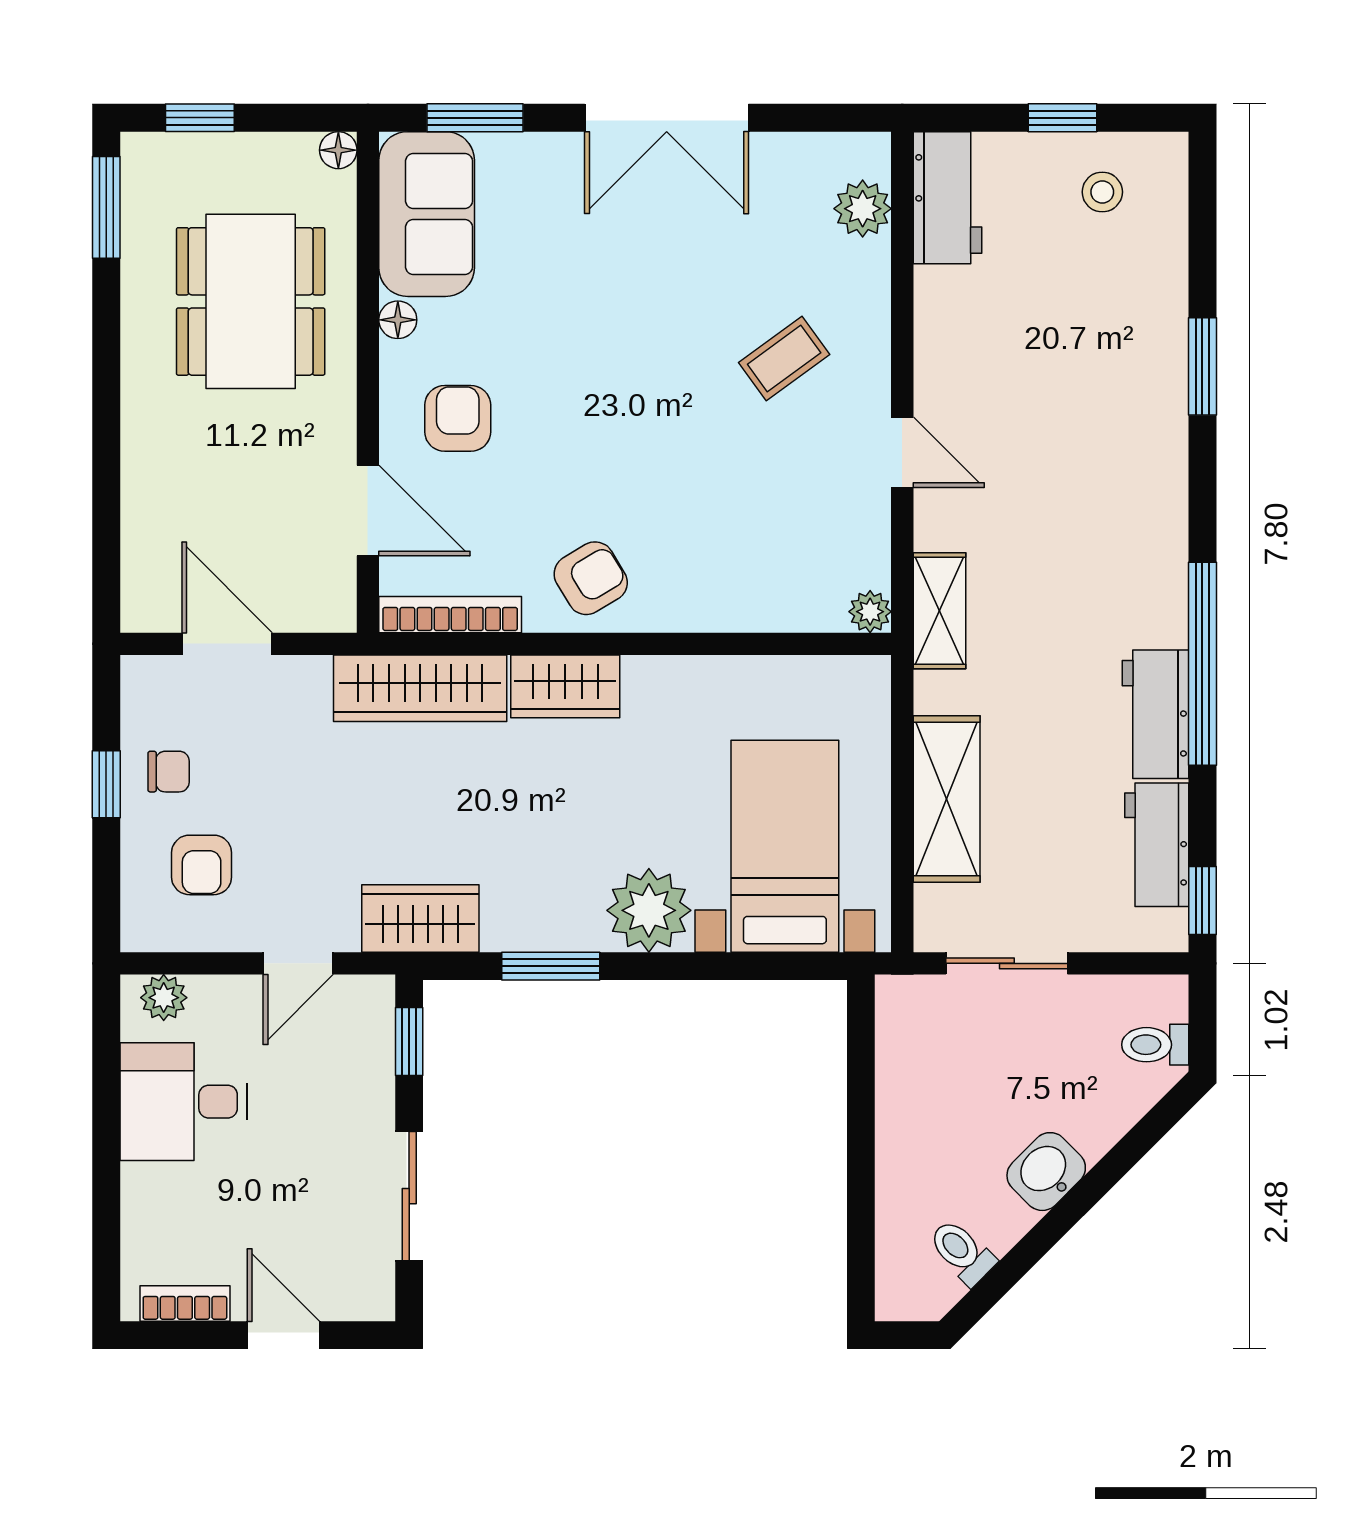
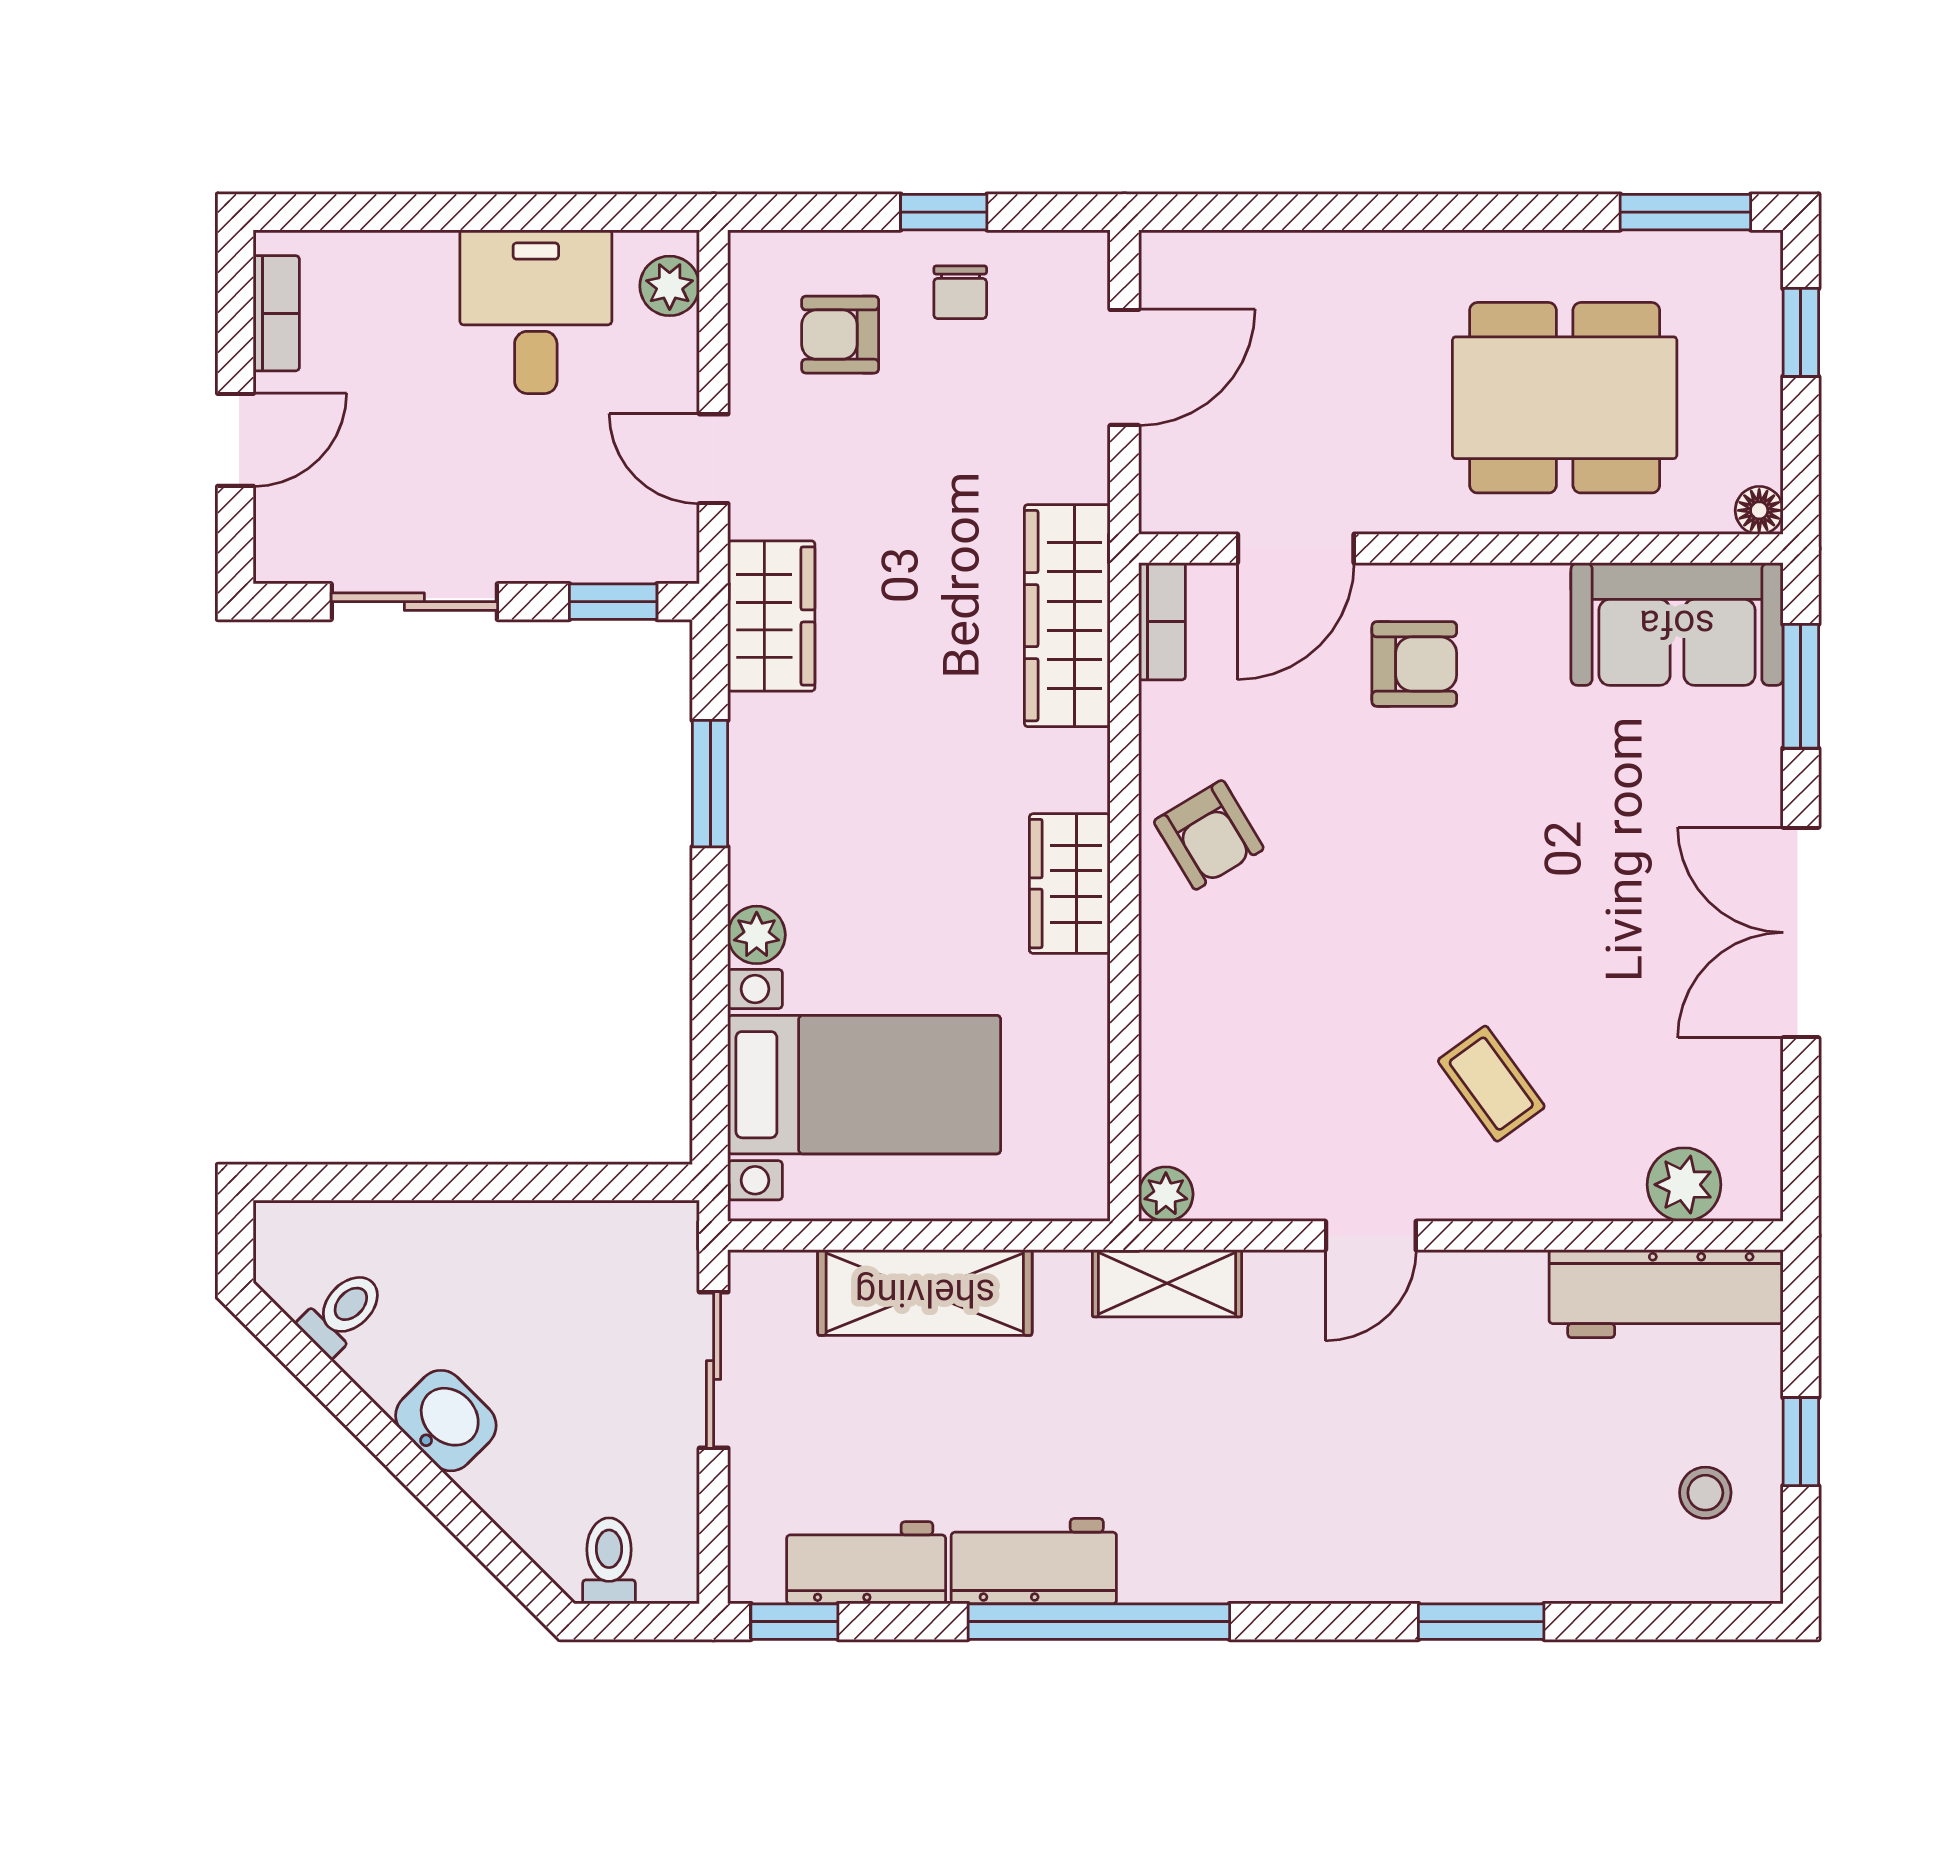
workbench: (947, 198) -> (1666, 1294), width x1.38
floor lamp: (398, 320) -> (1541, 587), removed
bookcase: (450, 615) -> (1162, 621), width x0.64
wardrobe: (565, 686) -> (1070, 884), moved
plant: (649, 910) -> (757, 935), width x0.53, depth x0.53

